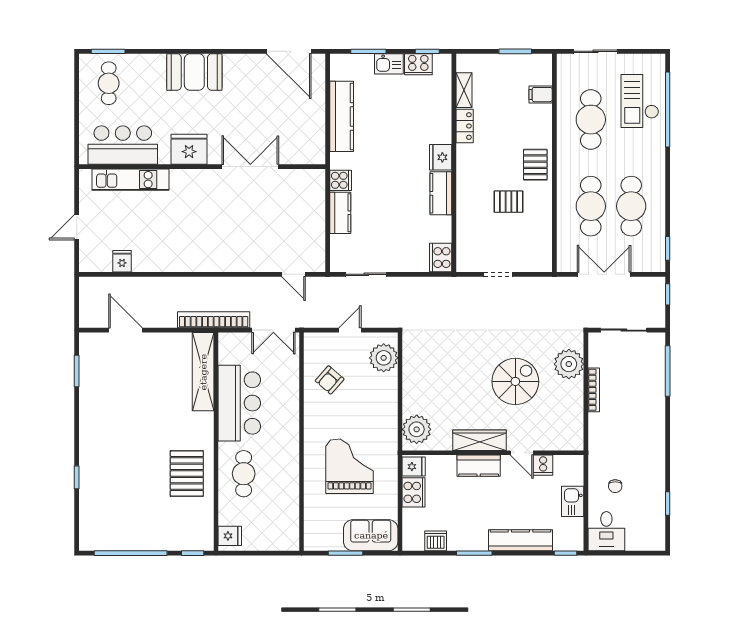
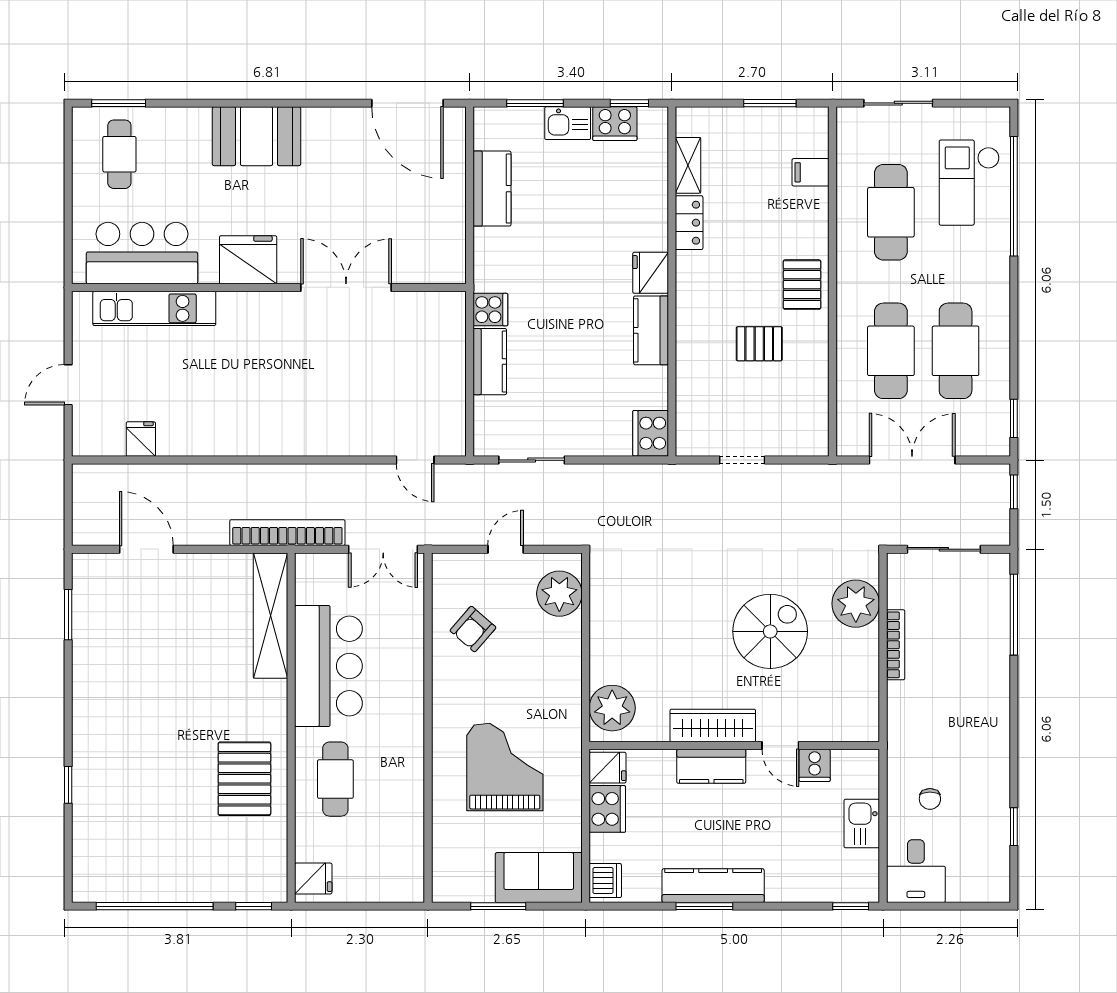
kitchen counter: (342, 116) -> (492, 189), width x0.67
kitchen counter: (520, 540) -> (713, 886), moved
dishwasher: (436, 541) -> (605, 881), moved, turned 90

